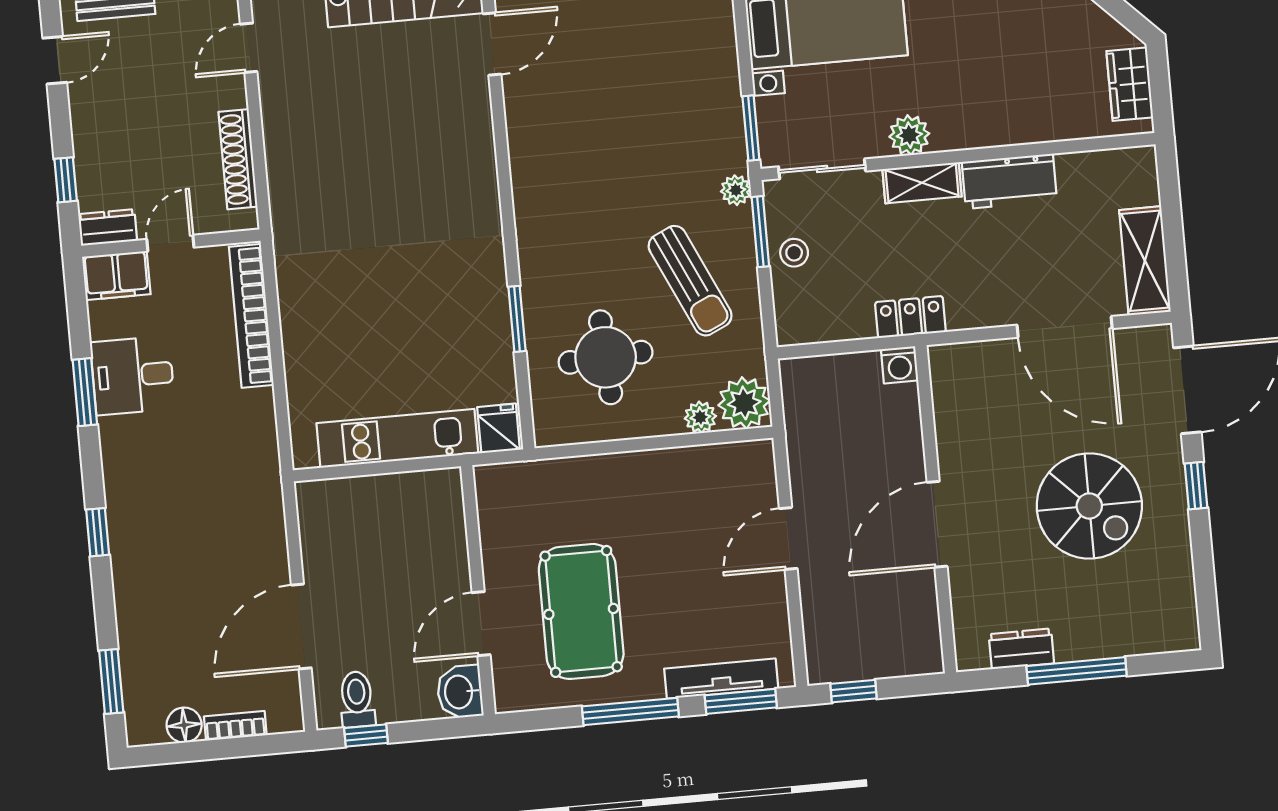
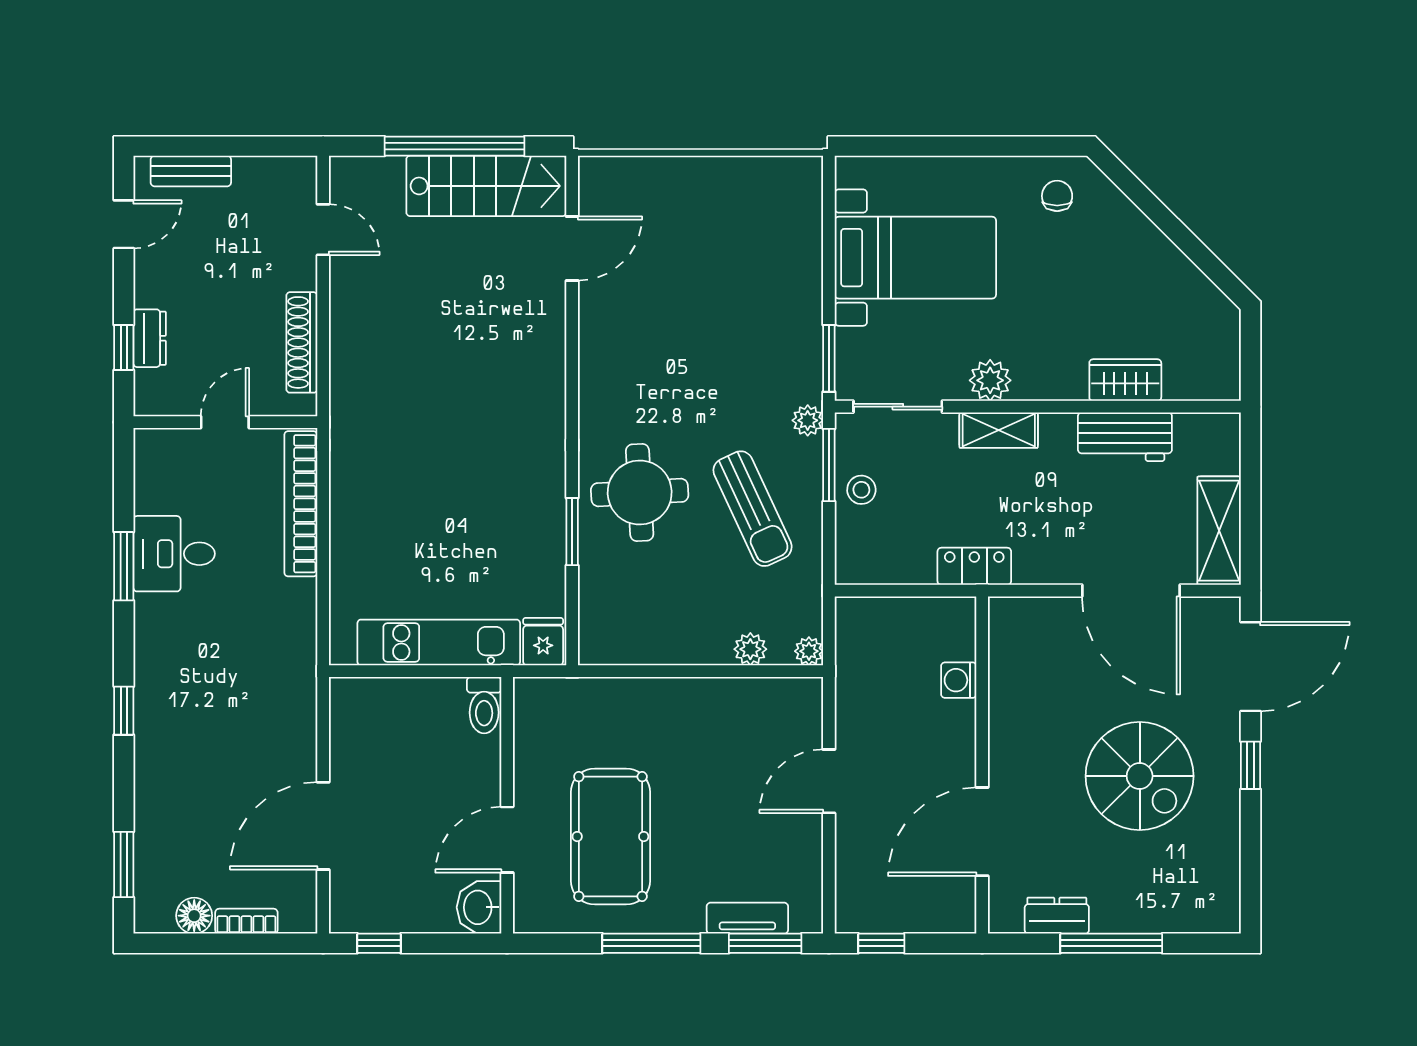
door: (249, 48) -> (323, 230), swing flipped
wardrobe: (1130, 84) -> (1125, 380), moved, turned 90
workbench: (1009, 181) -> (1125, 437), moved
dresser: (108, 227) -> (150, 338), moved, turned 90
filing cabinet: (116, 276) -> (167, 450), removed
round table: (606, 357) -> (640, 493), moved
washing machine: (900, 365) -> (959, 680), moved, turned 90
plant: (744, 403) -> (809, 651), width x0.53, depth x0.53
door: (937, 524) -> (982, 832), moved
tv unit: (721, 679) -> (747, 918), width x0.71
toilet: (357, 699) -> (484, 705), moved, turned 180

